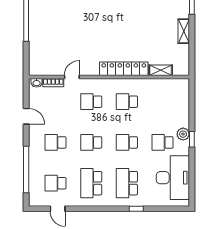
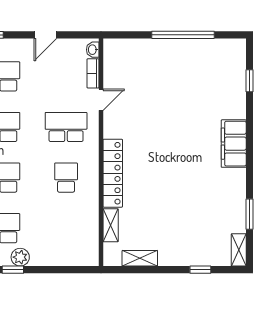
shelving: (184, 31) -> (140, 258), moved
door: (72, 77) -> (101, 100), hinge flipped
school desk: (91, 102) -> (66, 127), width x1.85

